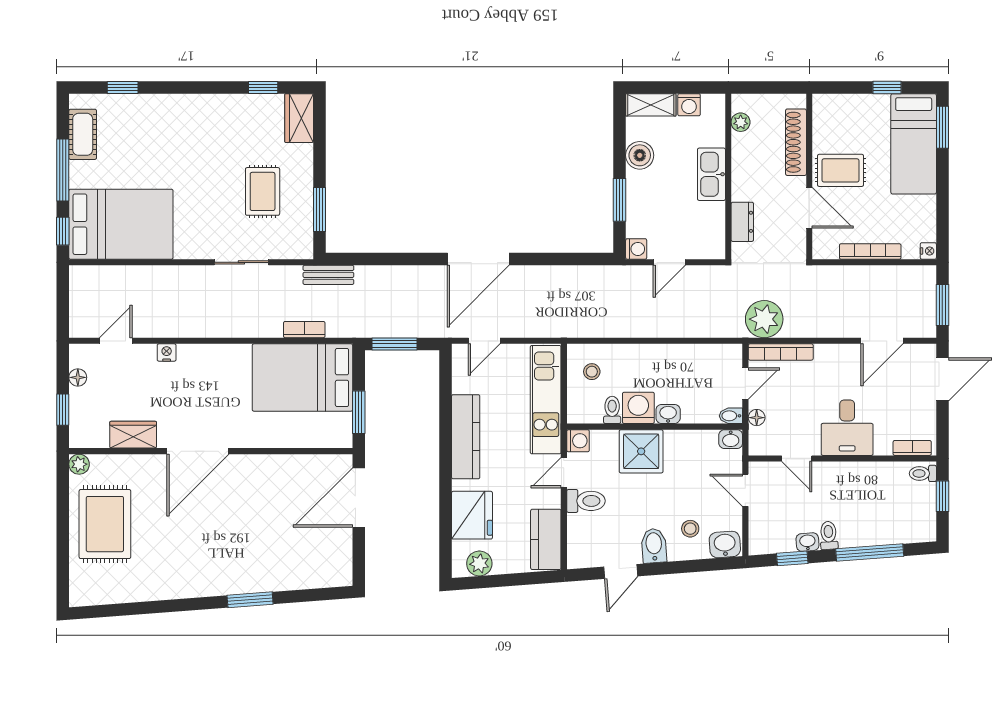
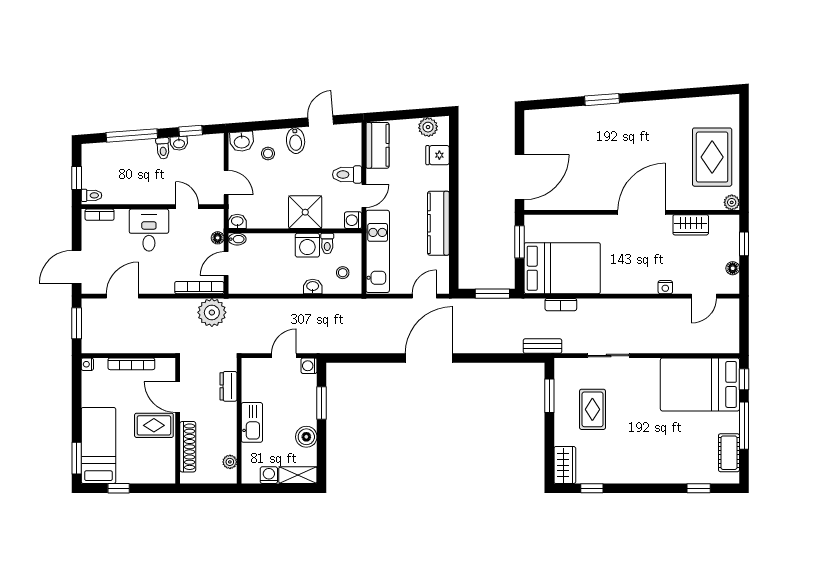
washbasin: (668, 414) -> (313, 286), moved, turned 180
fridge: (472, 515) -> (438, 155), width x0.53, depth x0.75

